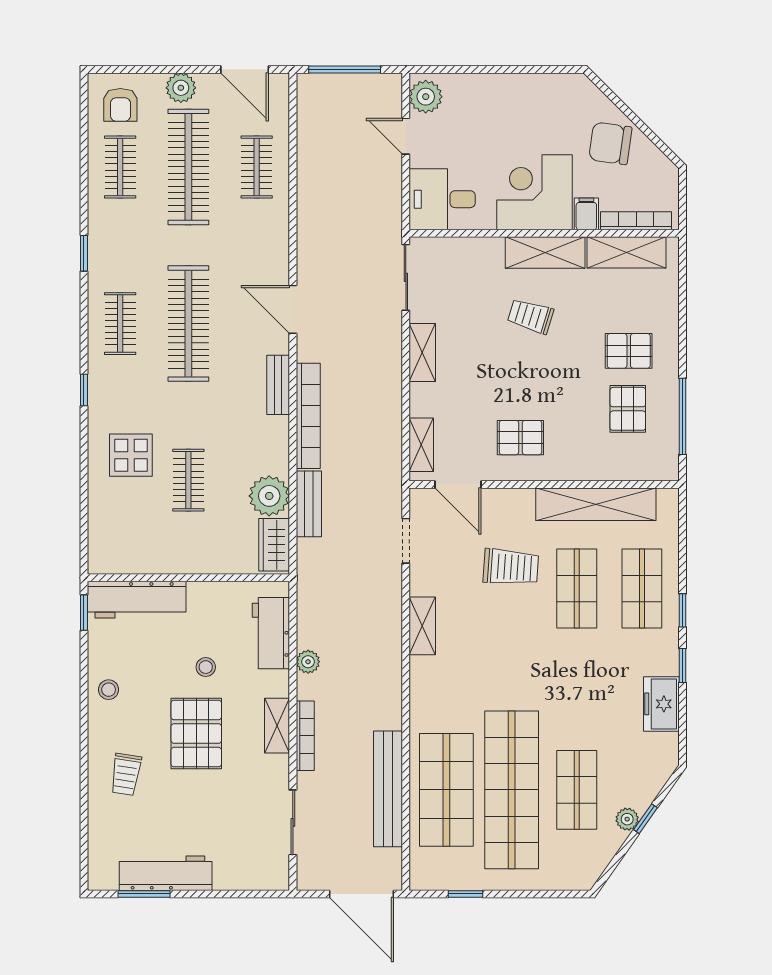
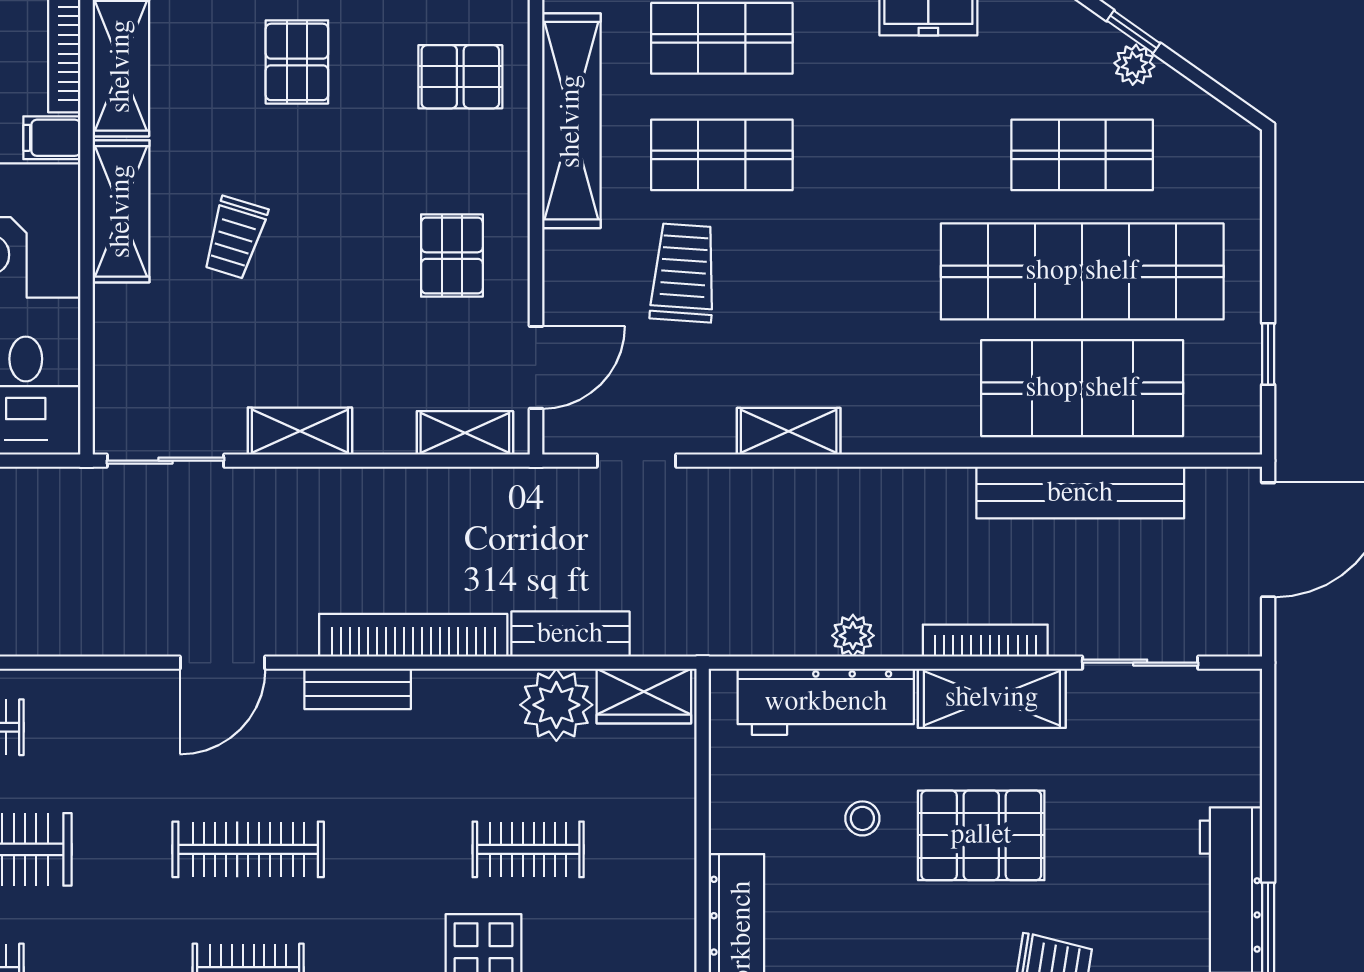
clothes rail: (188, 324) -> (248, 849), width x0.73, depth x0.76
pallet: (628, 409) -> (460, 77), moved
workbench: (271, 633) -> (826, 702), width x1.38
shelving: (277, 726) -> (992, 698), width x1.50, depth x1.33

